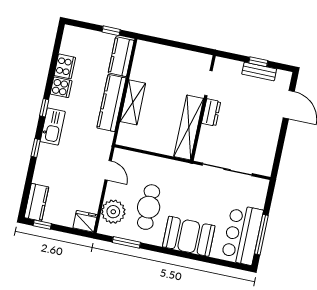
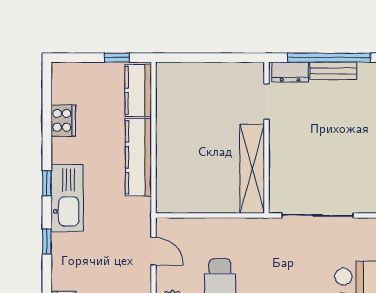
window: (258, 62) -> (329, 58), width x3.17
cooker: (61, 87) -> (64, 150), removed
shelving: (133, 102) -> (168, 150), removed
dresser: (211, 112) -> (290, 72), moved, turned 90
kitchen sink: (53, 127) -> (67, 198), width x1.36, depth x1.24

